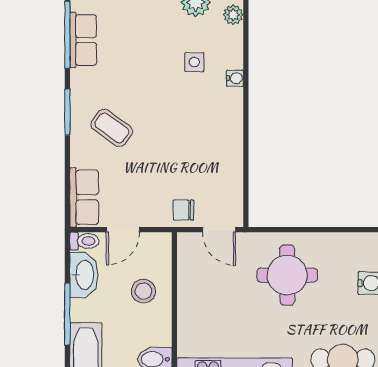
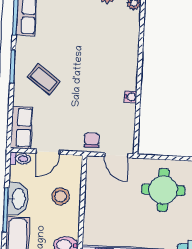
side table: (194, 62) -> (105, 35), removed
water cooler: (235, 78) -> (131, 97), moved
chair: (183, 210) -> (92, 140), turned 90
washbasin: (84, 275) -> (18, 199), moved

